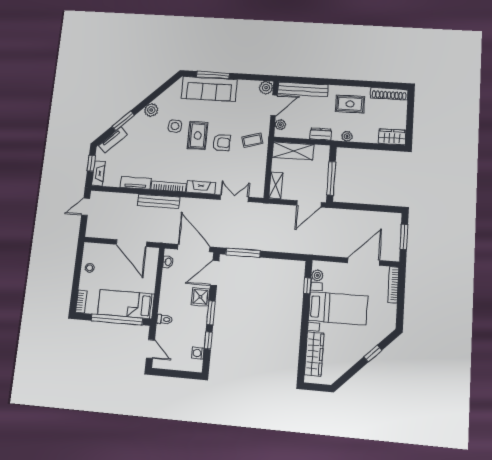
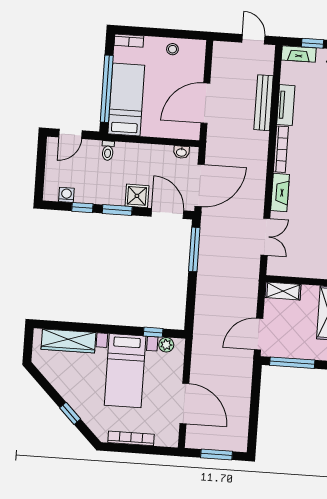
bench: (158, 201) -> (264, 103), moved
door: (309, 204) -> (259, 334), hinge flipped
bookcase: (393, 285) -> (131, 438), moved

